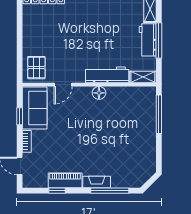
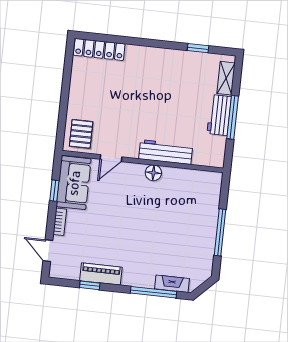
shelving: (143, 77) -> (209, 159), removed
window: (159, 114) -> (220, 232), moved
fireplace: (97, 182) -> (172, 284), moved

